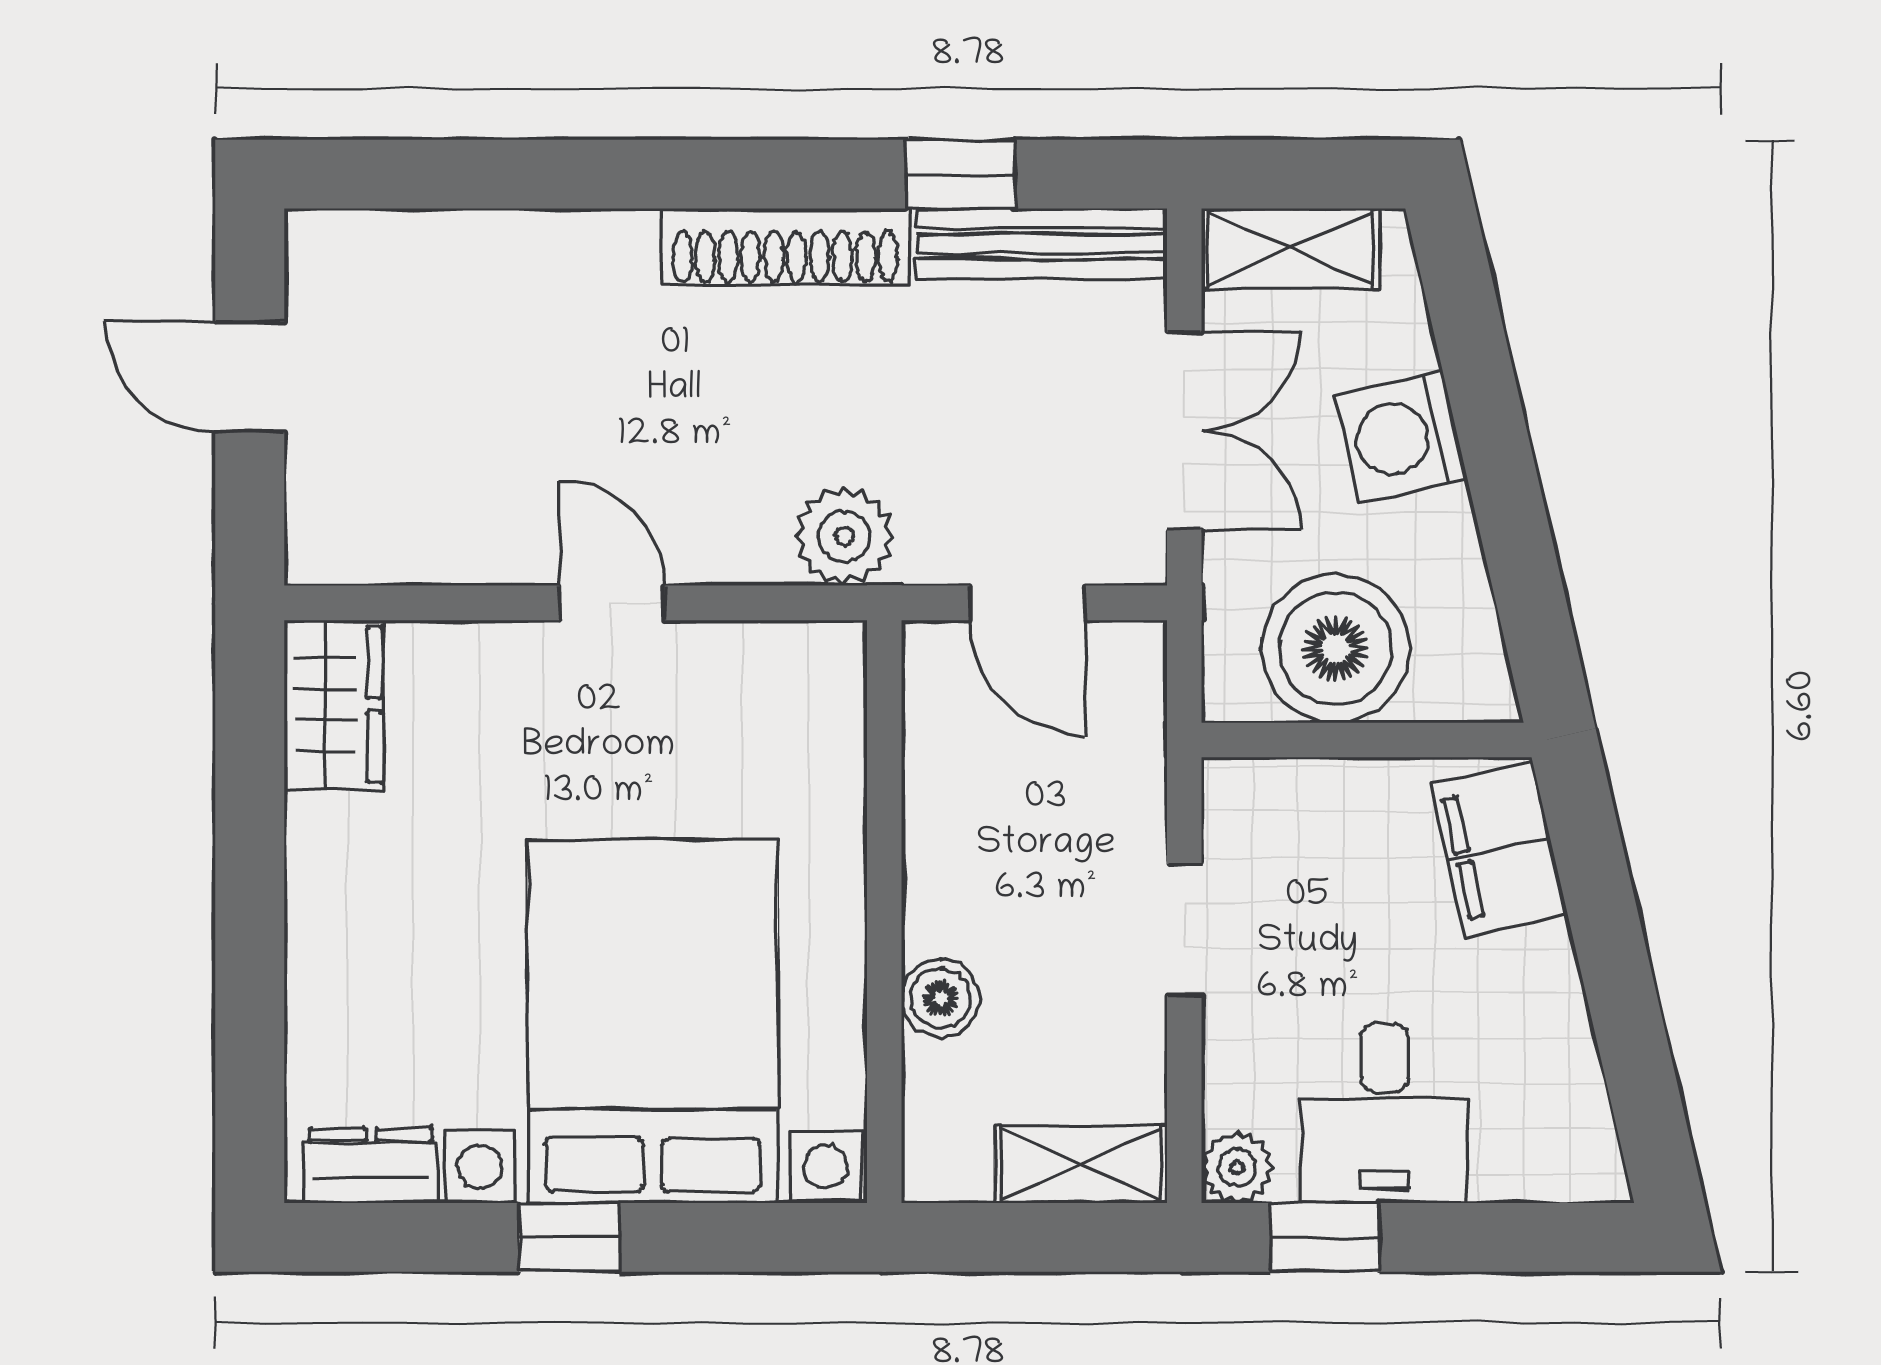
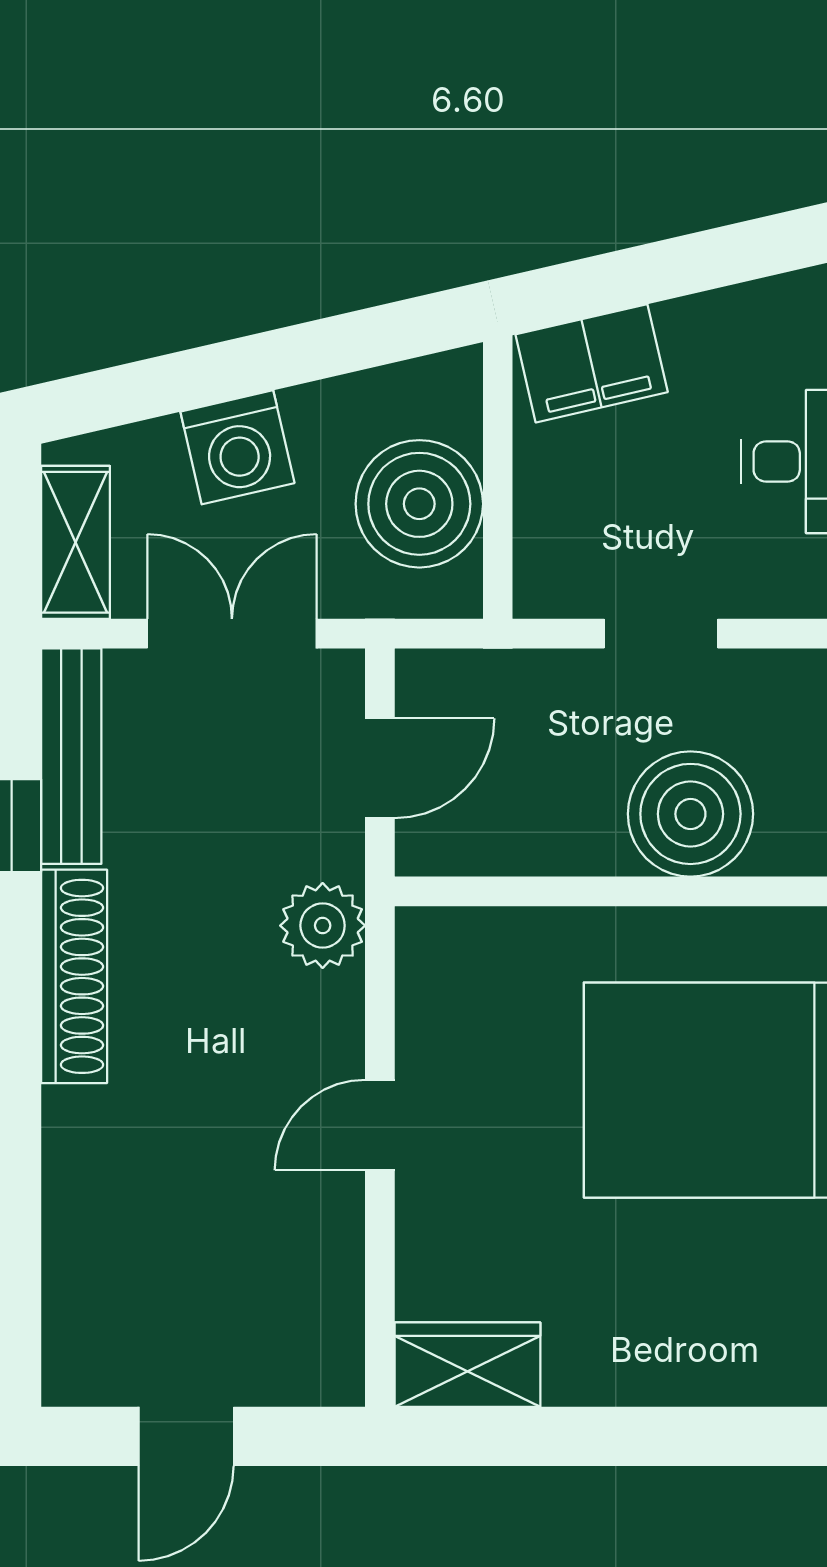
boiler: (940, 998) -> (690, 814), width x1.86, depth x1.86

